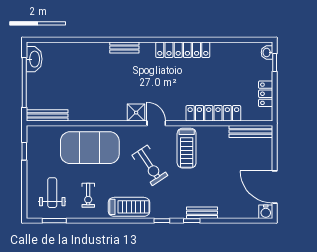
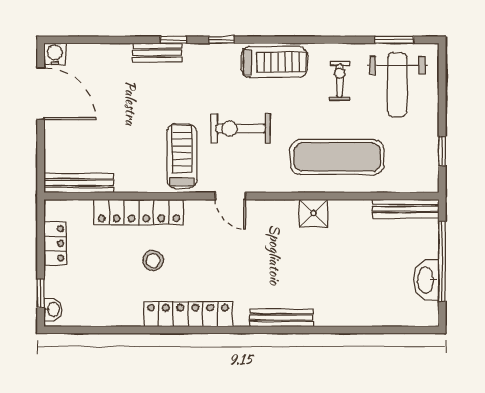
bench: (124, 47) -> (282, 318), width x1.36
washbasin: (34, 59) -> (426, 280), moved
stool: (205, 83) -> (153, 261), added
shower: (136, 113) -> (314, 213), moved
exercise mat: (90, 148) -> (337, 157), width x0.68
exercise bike: (150, 165) -> (241, 128), turned -56
weight bench: (52, 193) -> (397, 85), width x1.36, depth x1.33
treadmill: (129, 207) -> (274, 62), turned 180

